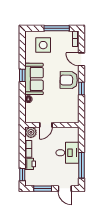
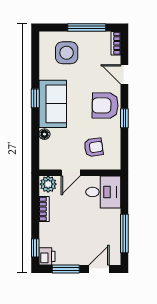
armchair: (61, 108) -> (94, 147), added
desk: (67, 153) -> (103, 192), moved
printer: (30, 164) -> (47, 256), moved
door: (65, 189) -> (99, 269), swing flipped

